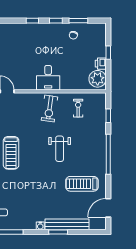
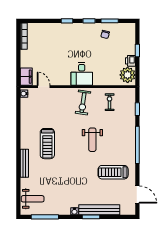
door: (108, 208) -> (137, 195), swing flipped

